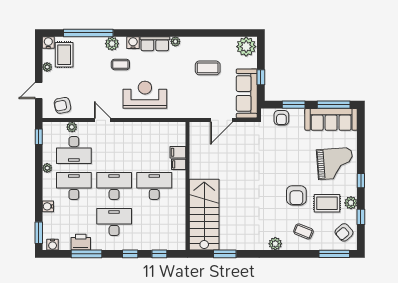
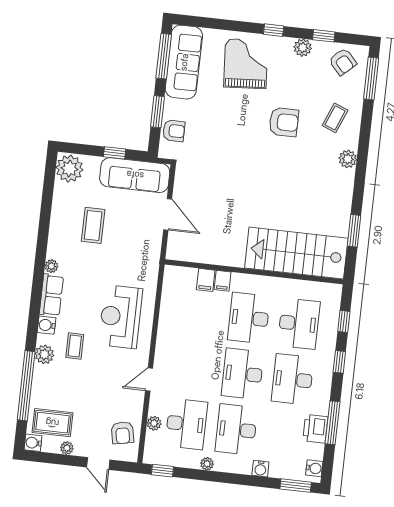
rug: (327, 203) -> (300, 81), removed
desk: (154, 222) -> (299, 324), added

